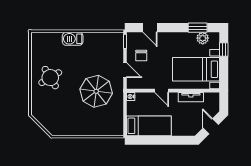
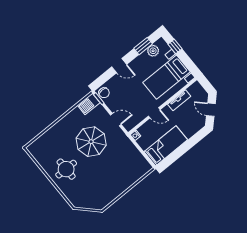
door: (150, 28) -> (119, 66), moved
barbecue: (73, 39) -> (89, 104), moved
chair: (141, 56) -> (104, 93), moved
round table: (50, 78) -> (66, 169), turned 31
parasol: (96, 91) -> (91, 142), moved

